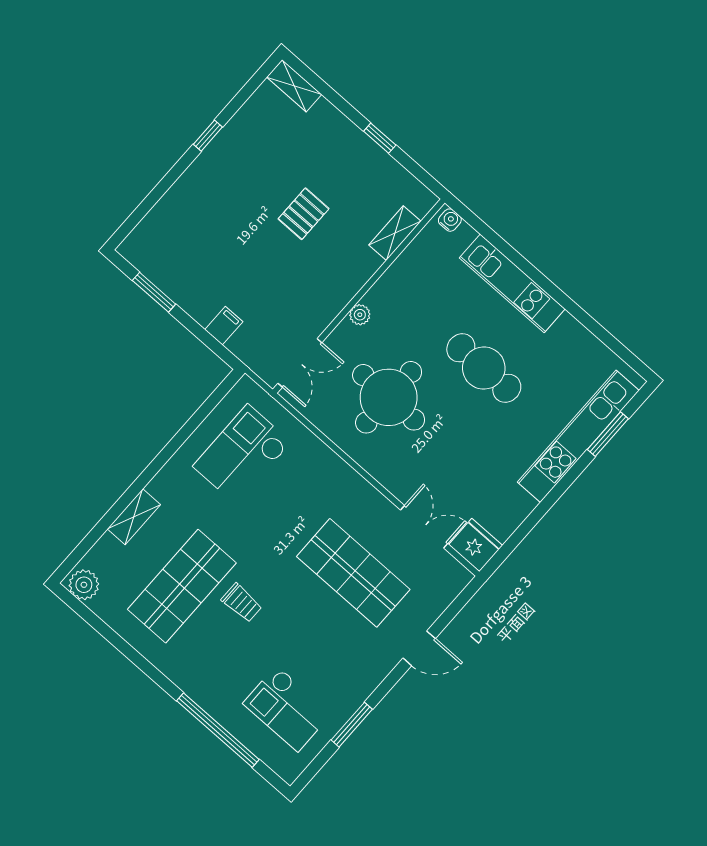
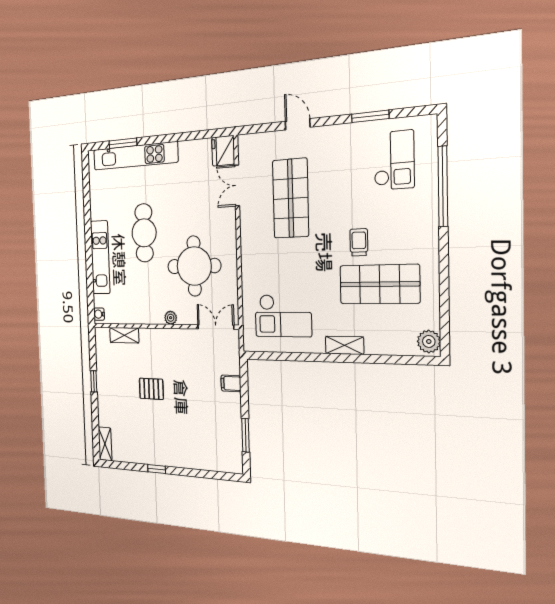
shelving: (134, 517) -> (345, 345), moved

